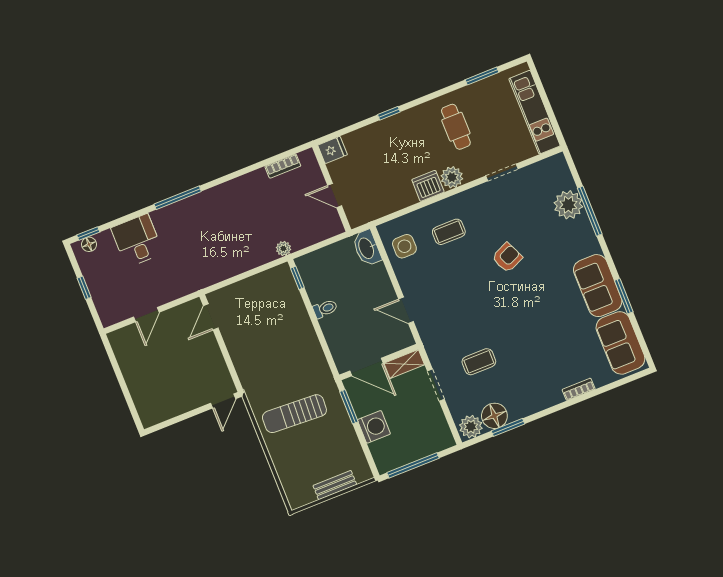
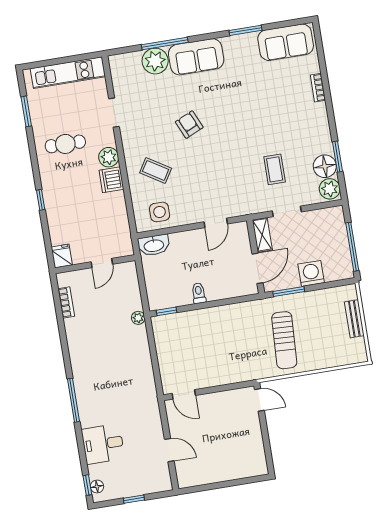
coffee table: (449, 232) -> (156, 170), turned -58
sofa: (598, 286) -> (196, 57), moved

